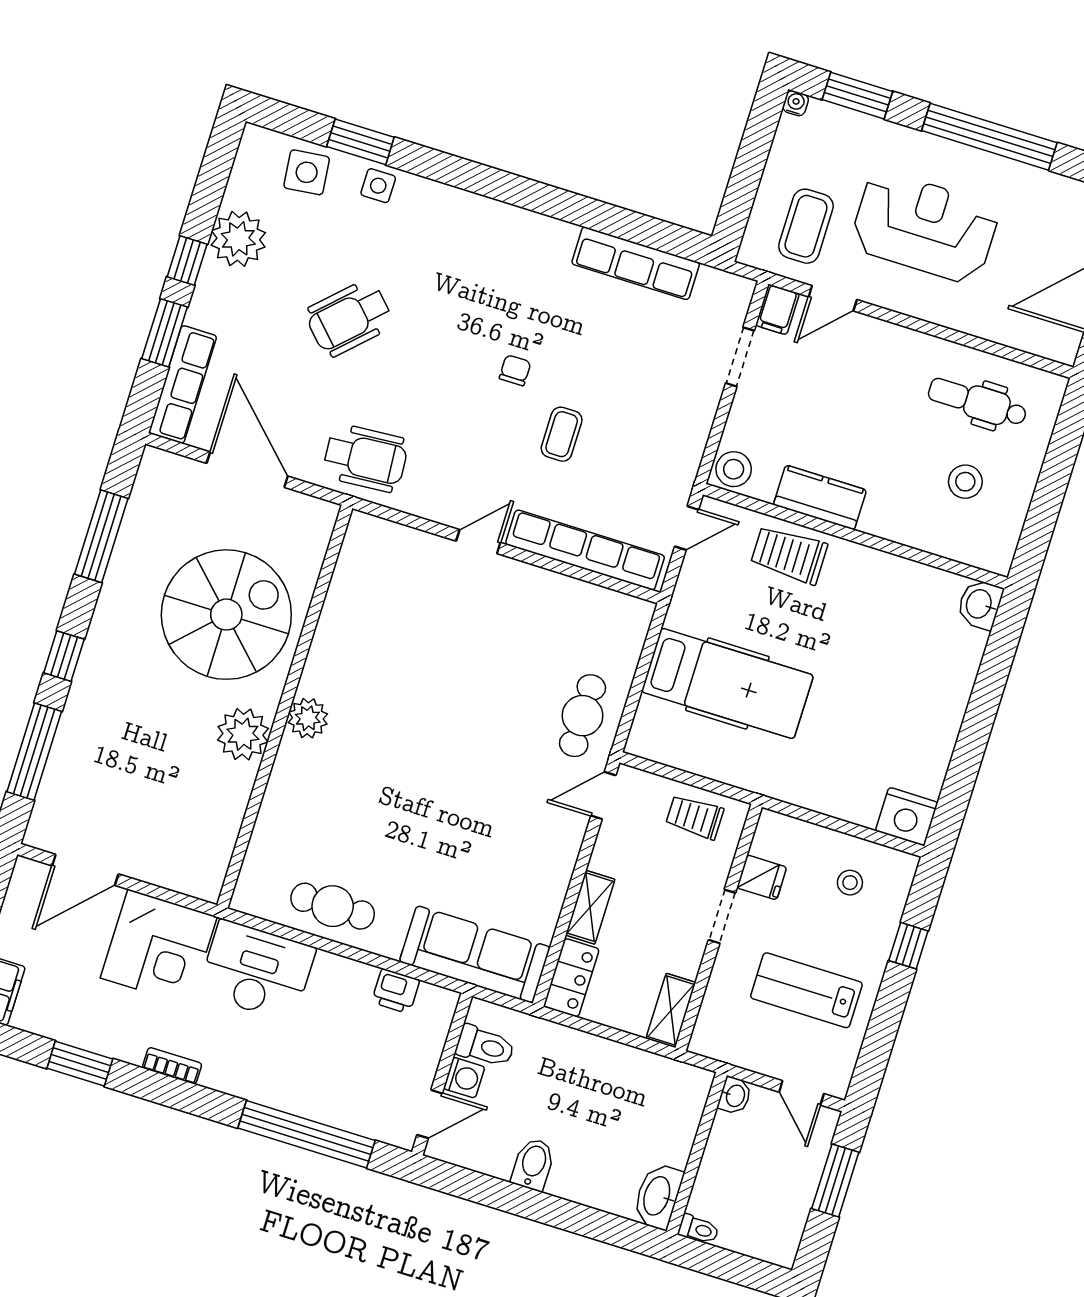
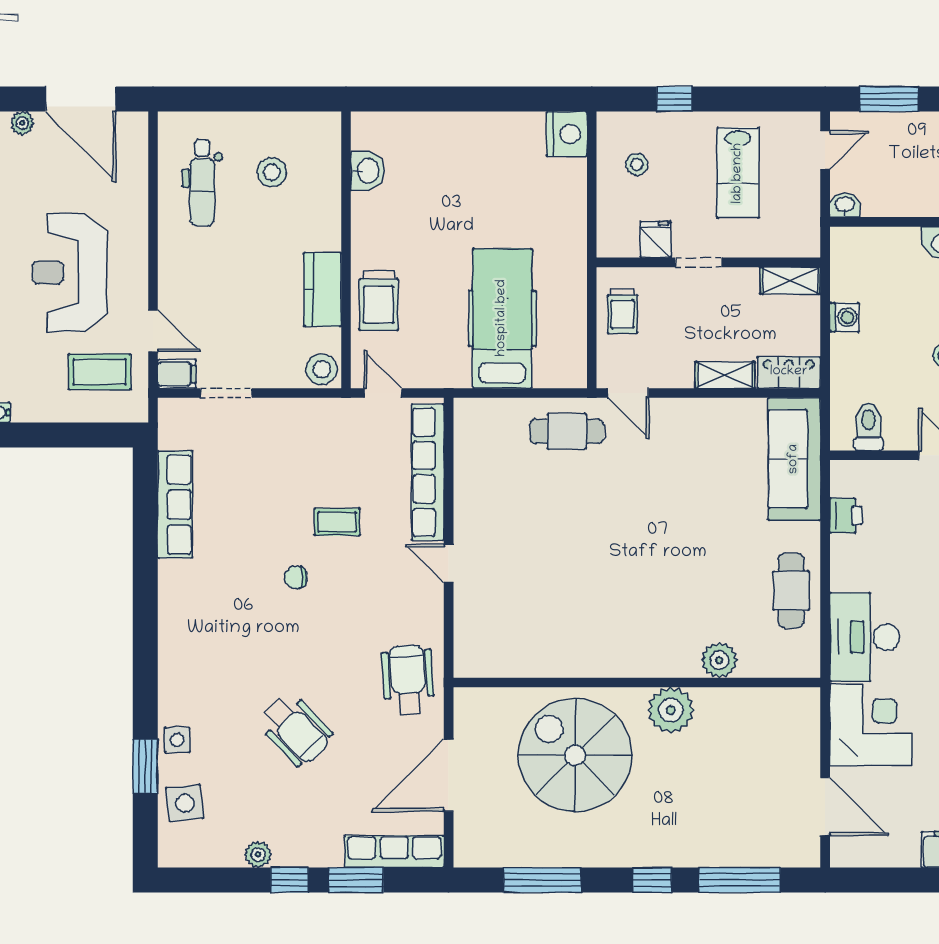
plant: (238, 239) -> (258, 854), width x0.53, depth x0.53
washbasin: (980, 604) -> (367, 171), moved, turned -90
plant: (308, 718) -> (719, 660), moved
washing machine: (464, 1078) -> (844, 317), moved, turned 90

